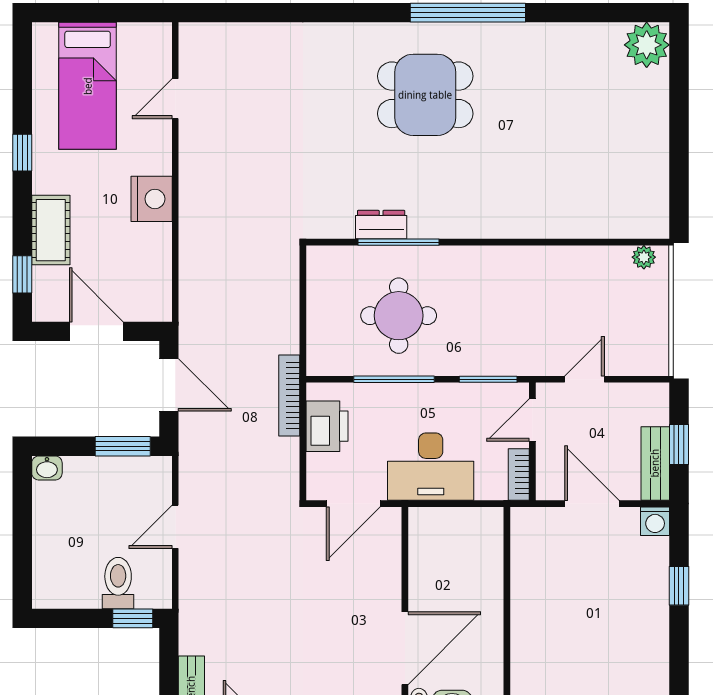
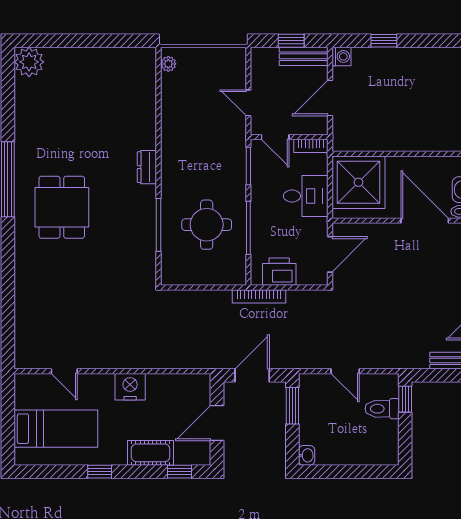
dresser: (381, 225) -> (147, 167), moved
desk: (431, 467) -> (306, 196), width x0.73
door: (353, 504) -> (330, 254), hinge flipped
shower: (463, 547) -> (358, 182), added

